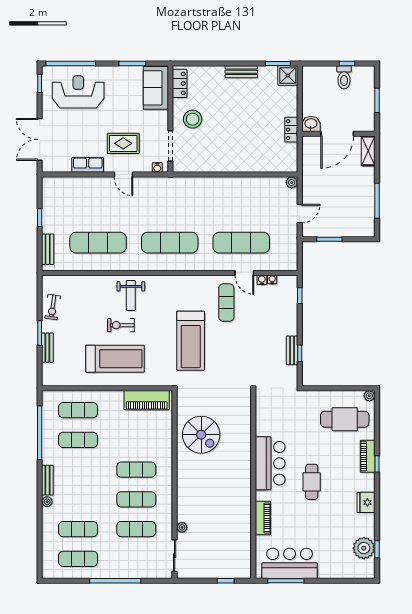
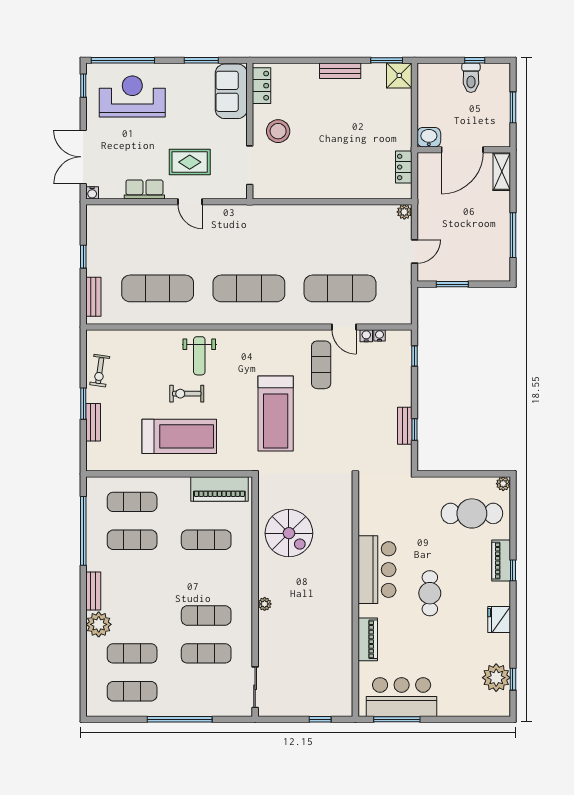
locker: (291, 130) -> (404, 167), moved
water cooler: (157, 168) -> (92, 193), moved
exercise mat: (136, 470) -> (206, 540), moved
plant: (47, 502) -> (99, 624), width x1.88, depth x1.88
plant: (182, 527) -> (265, 604), moved

